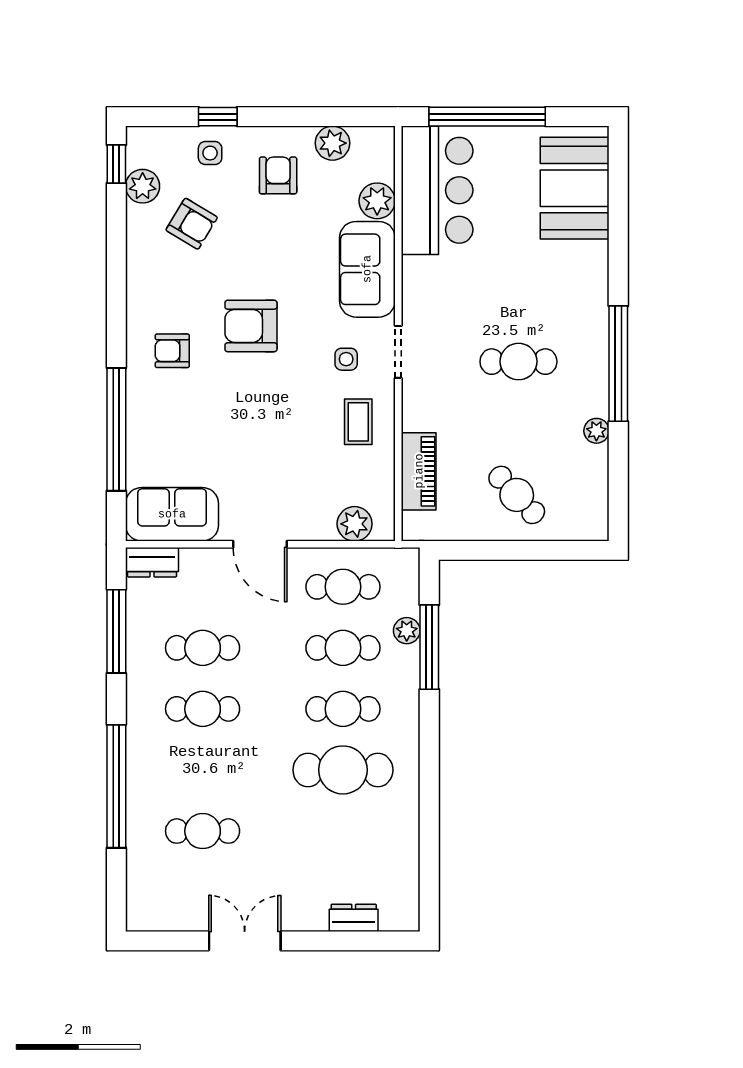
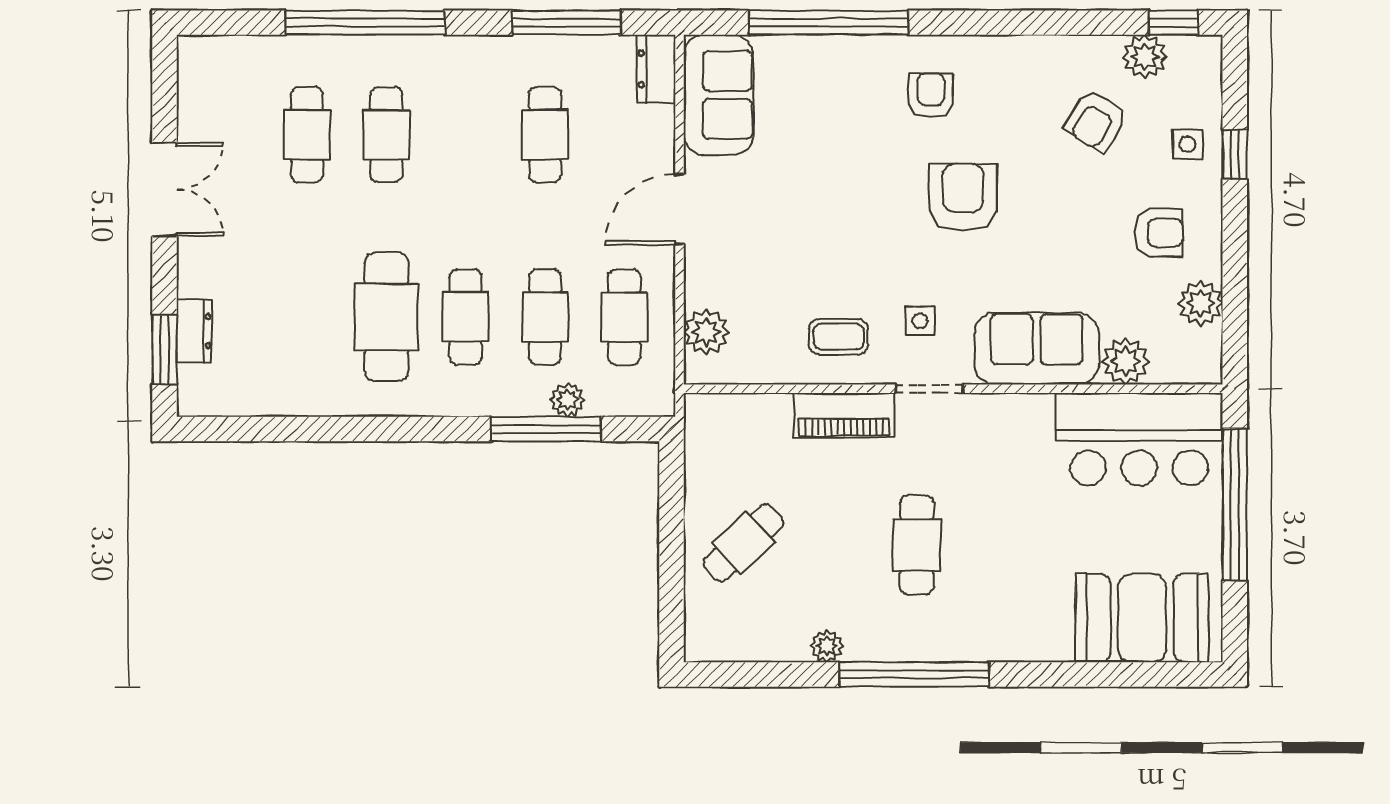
piano: (419, 471) -> (844, 415), moved
cafe table: (203, 709) -> (386, 135), moved
window: (368, 941) -> (164, 349), added

